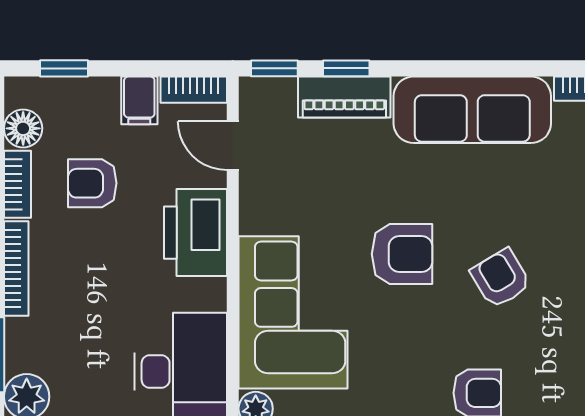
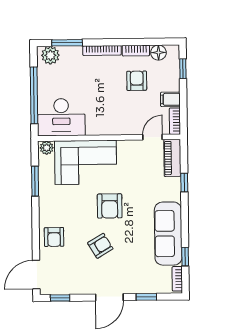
window: (274, 68) -> (185, 257), moved
piano: (344, 97) -> (172, 158), moved
printer: (195, 233) -> (117, 123), removed

